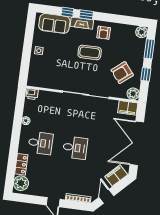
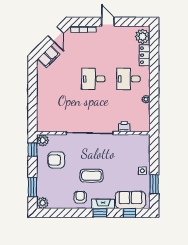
window: (67, 12) -> (129, 213), moved
window: (29, 36) -> (154, 184), added
armchair: (122, 73) -> (56, 160), turned -141
window: (146, 74) -> (32, 150), moved
printer: (32, 94) -> (124, 127), moved
filing cabinet: (128, 108) -> (46, 126), removed
double door: (137, 143) -> (32, 91), removed

